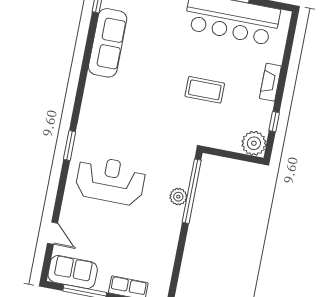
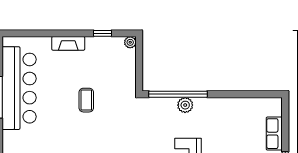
coffee table: (205, 90) -> (86, 100), width x0.73, depth x0.77
plant: (254, 143) -> (130, 42), width x0.53, depth x0.53

